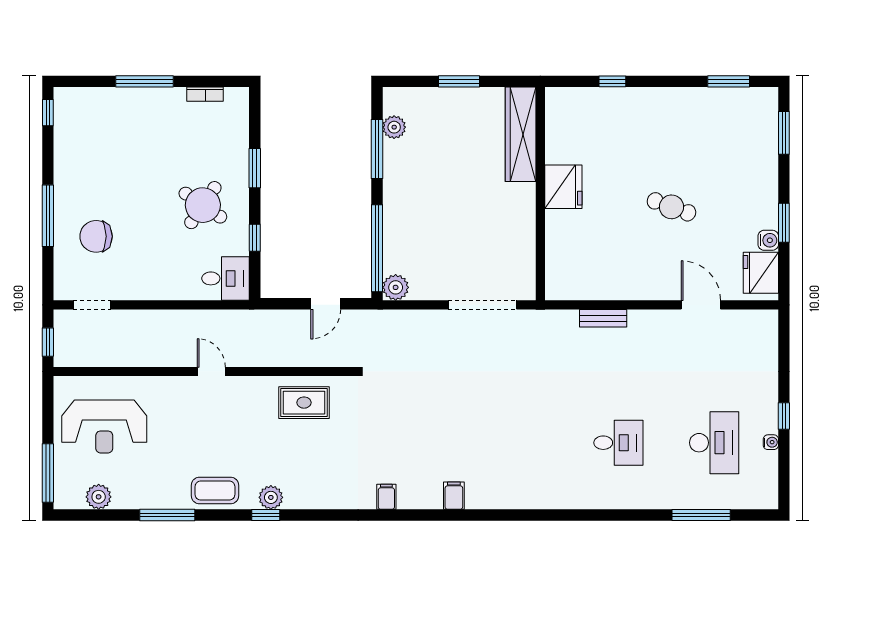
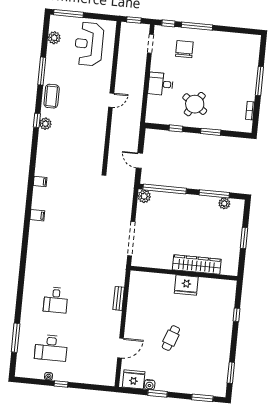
window: (48, 113) -> (168, 23), moved
wardrobe: (521, 134) -> (197, 265), moved
desk: (225, 278) -> (161, 84), moved, turned 90
rug: (304, 403) -> (91, 145), removed

